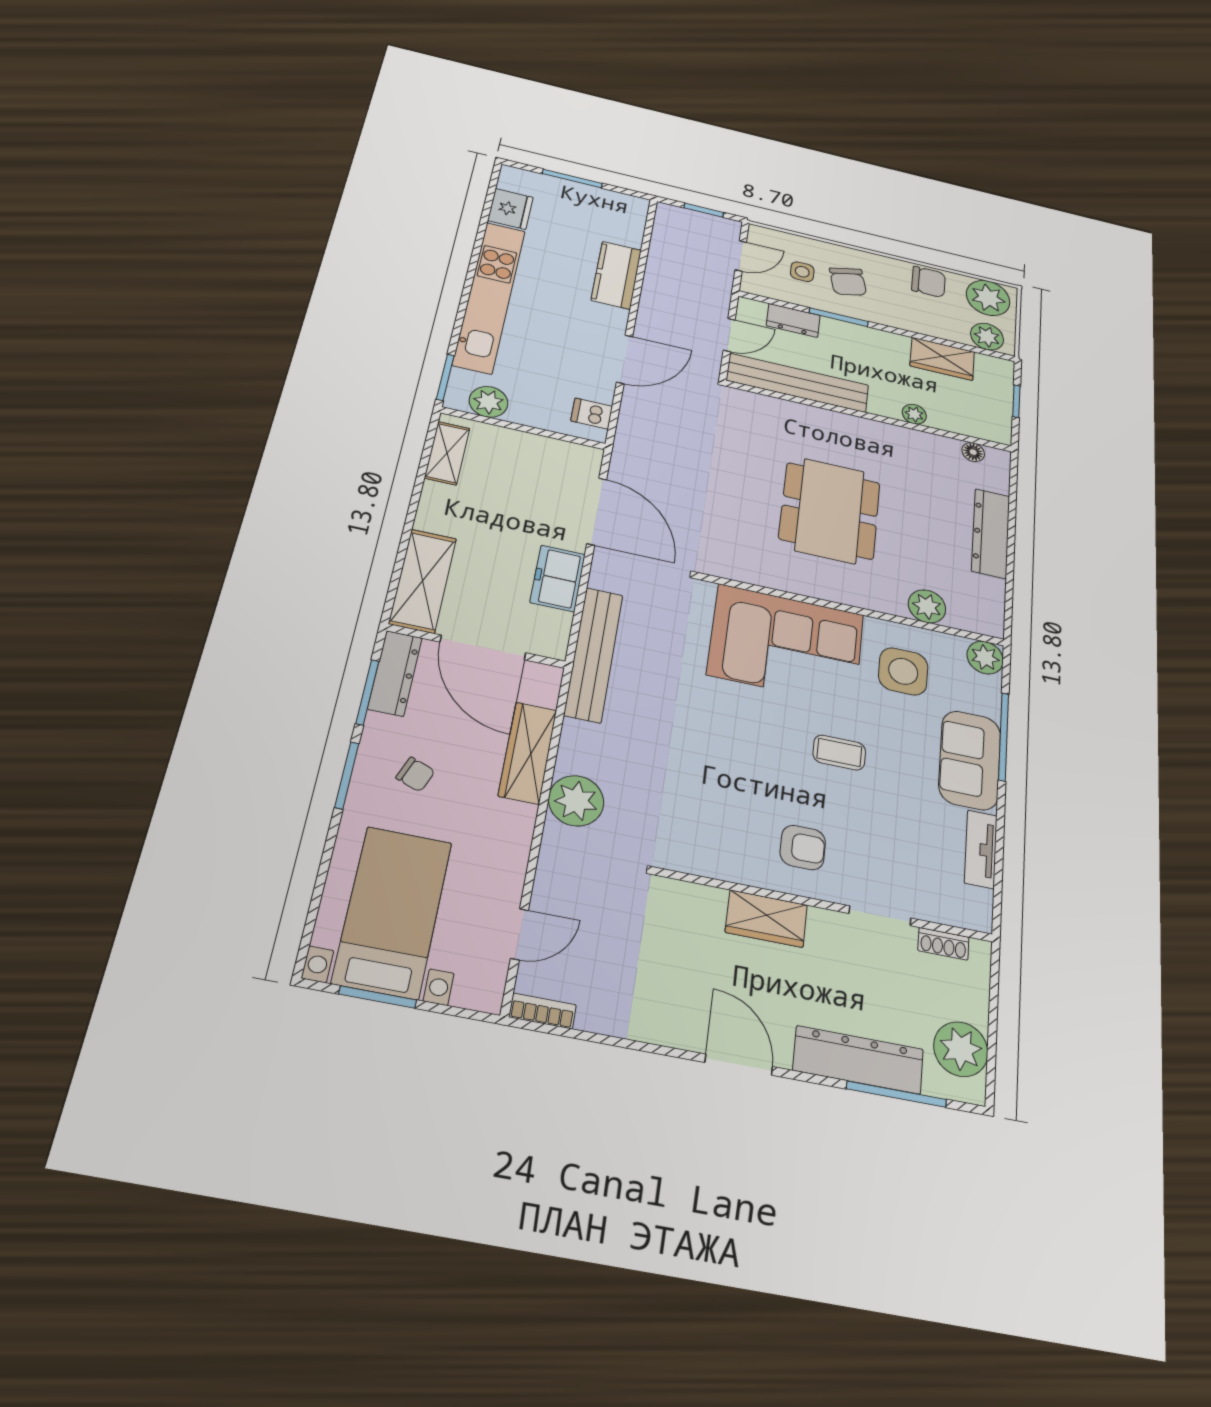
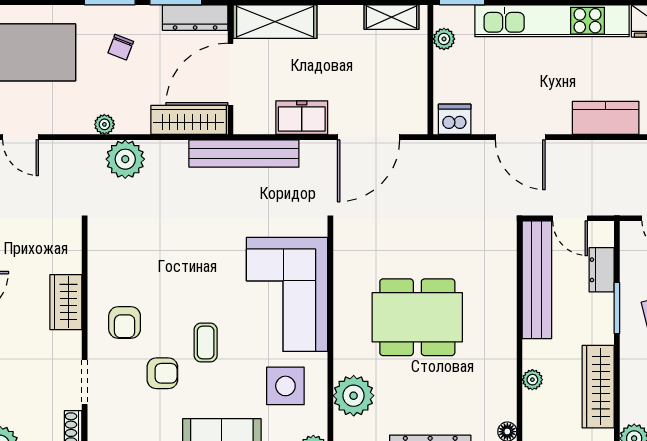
wardrobe: (942, 359) -> (598, 387), width x1.50
plant: (489, 402) -> (444, 39), width x0.73, depth x0.73
dishwasher: (592, 414) -> (455, 119), width x1.38
plant: (927, 606) -> (354, 396), width x1.36, depth x1.36
wardrobe: (528, 753) -> (189, 120), moved
armchair: (876, 814) -> (162, 373), added
plant: (522, 818) -> (104, 124), added

